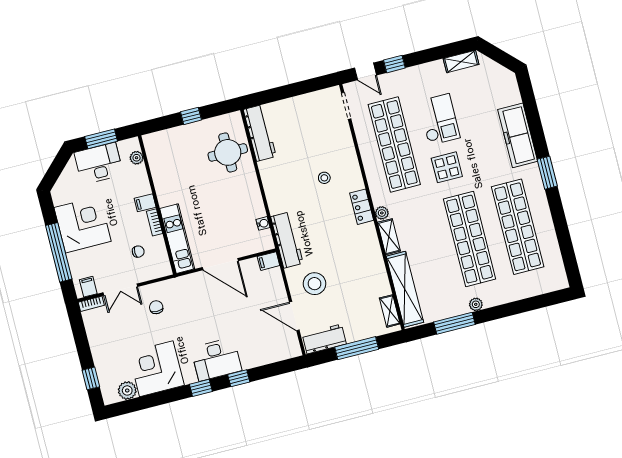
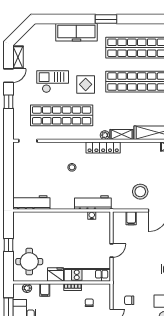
door: (365, 71) -> (9, 76), moved
round table: (228, 152) -> (29, 262), moved
fridge: (166, 193) -> (56, 275), added
filing cabinet: (145, 203) -> (45, 290), moved
locker: (362, 207) -> (103, 147), width x1.53
workbench: (287, 240) -> (93, 203), moved
filing cabinet: (268, 261) -> (131, 218), moved
door: (220, 264) -> (111, 251), width x0.53

